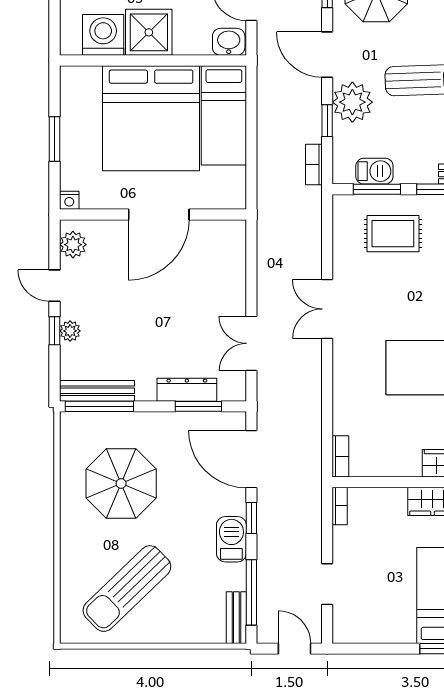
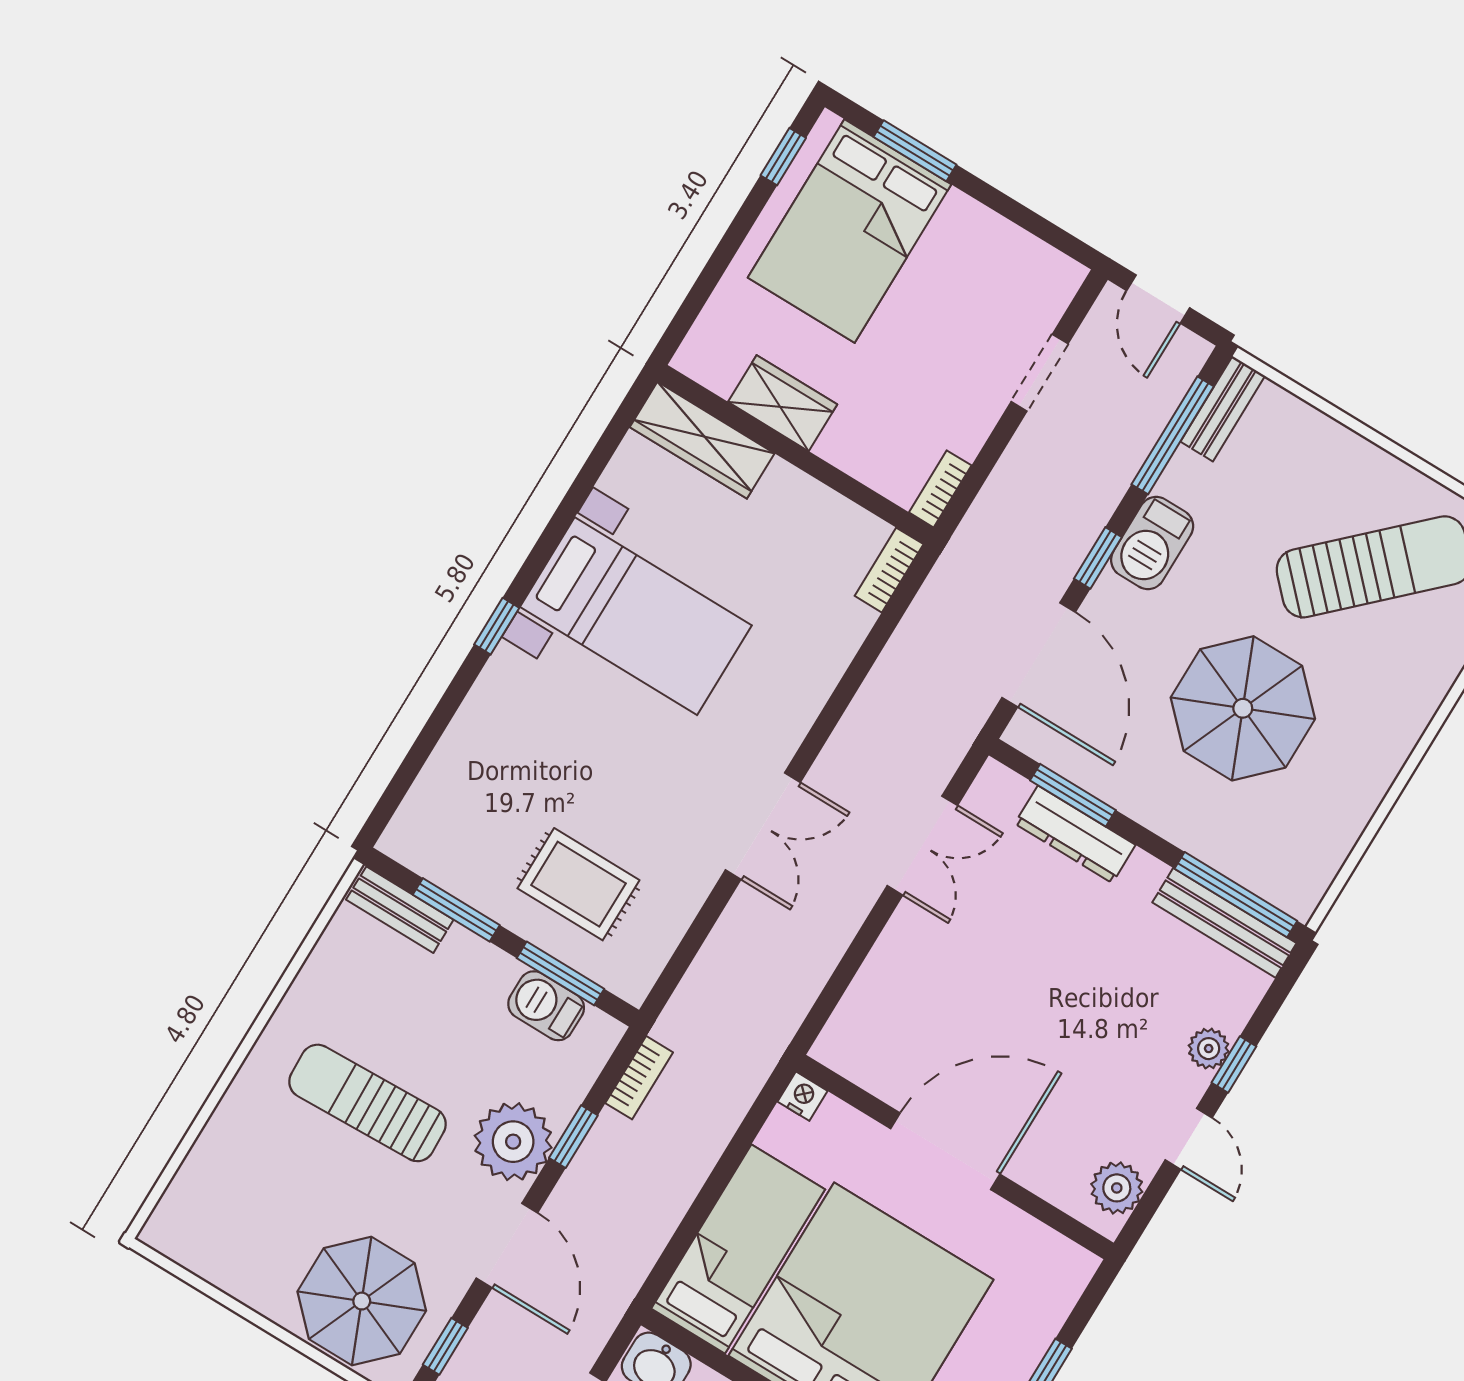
nightstand: (69, 200) -> (803, 1096), moved
parasol: (121, 483) -> (1243, 708), moved

